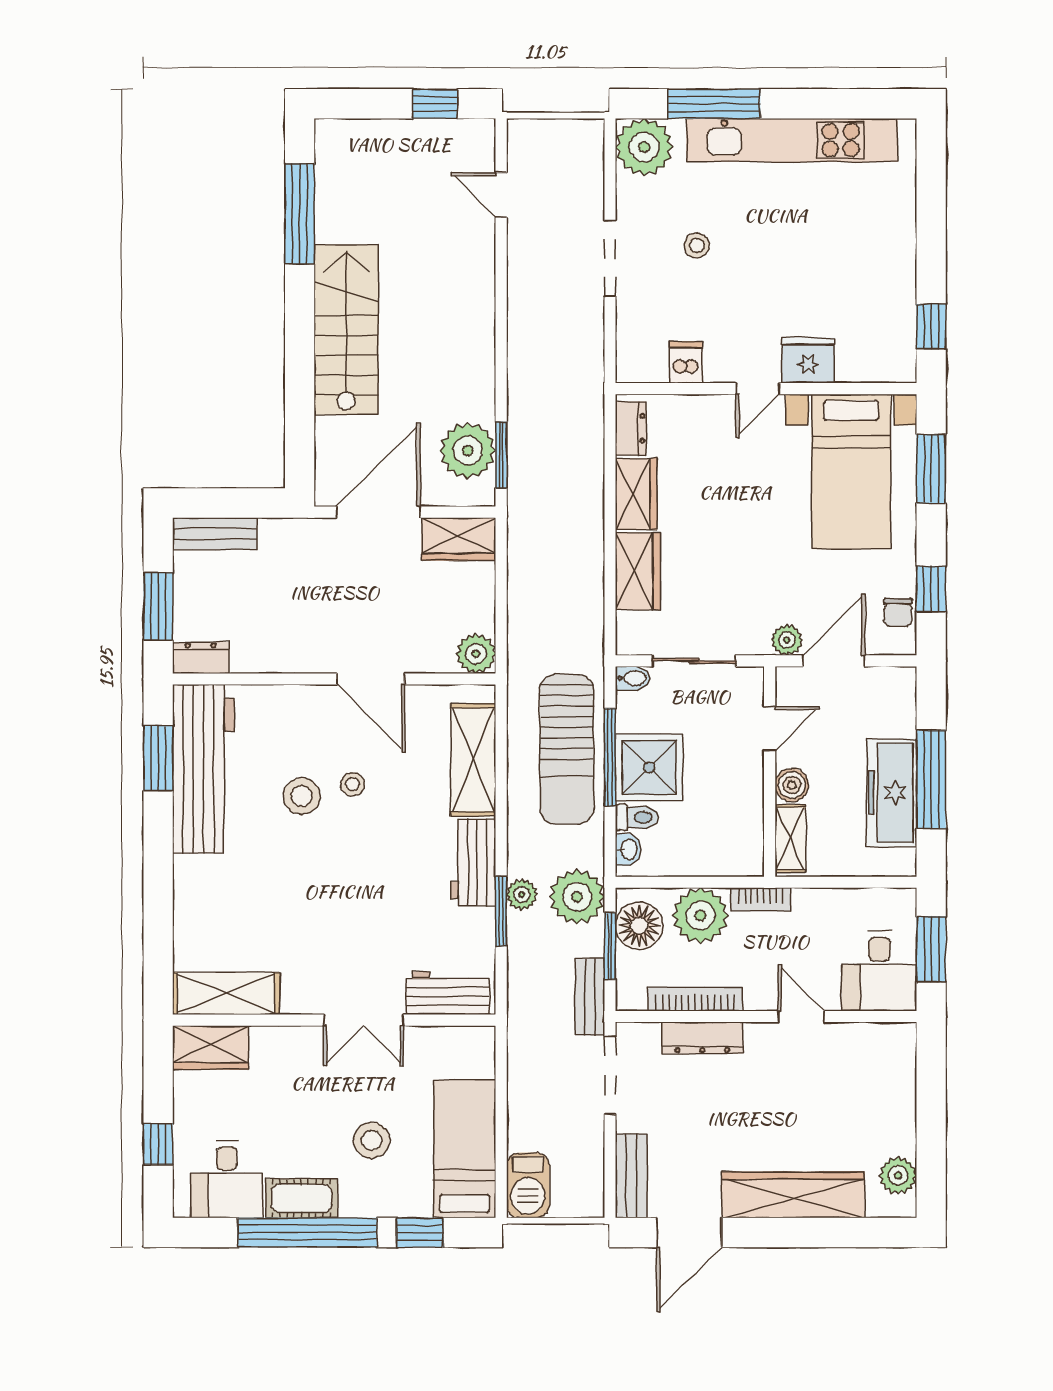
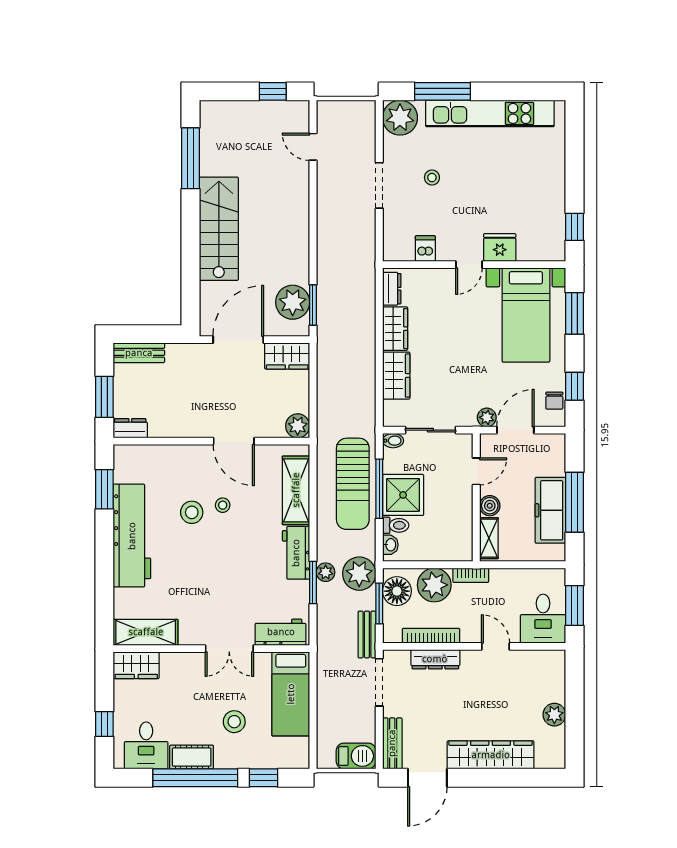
workbench: (203, 769) -> (132, 536), moved
bed: (465, 1149) -> (291, 694), moved, turned 180
plant: (898, 1175) -> (554, 715), moved
barbecue: (528, 1185) -> (356, 756), moved, turned -90

